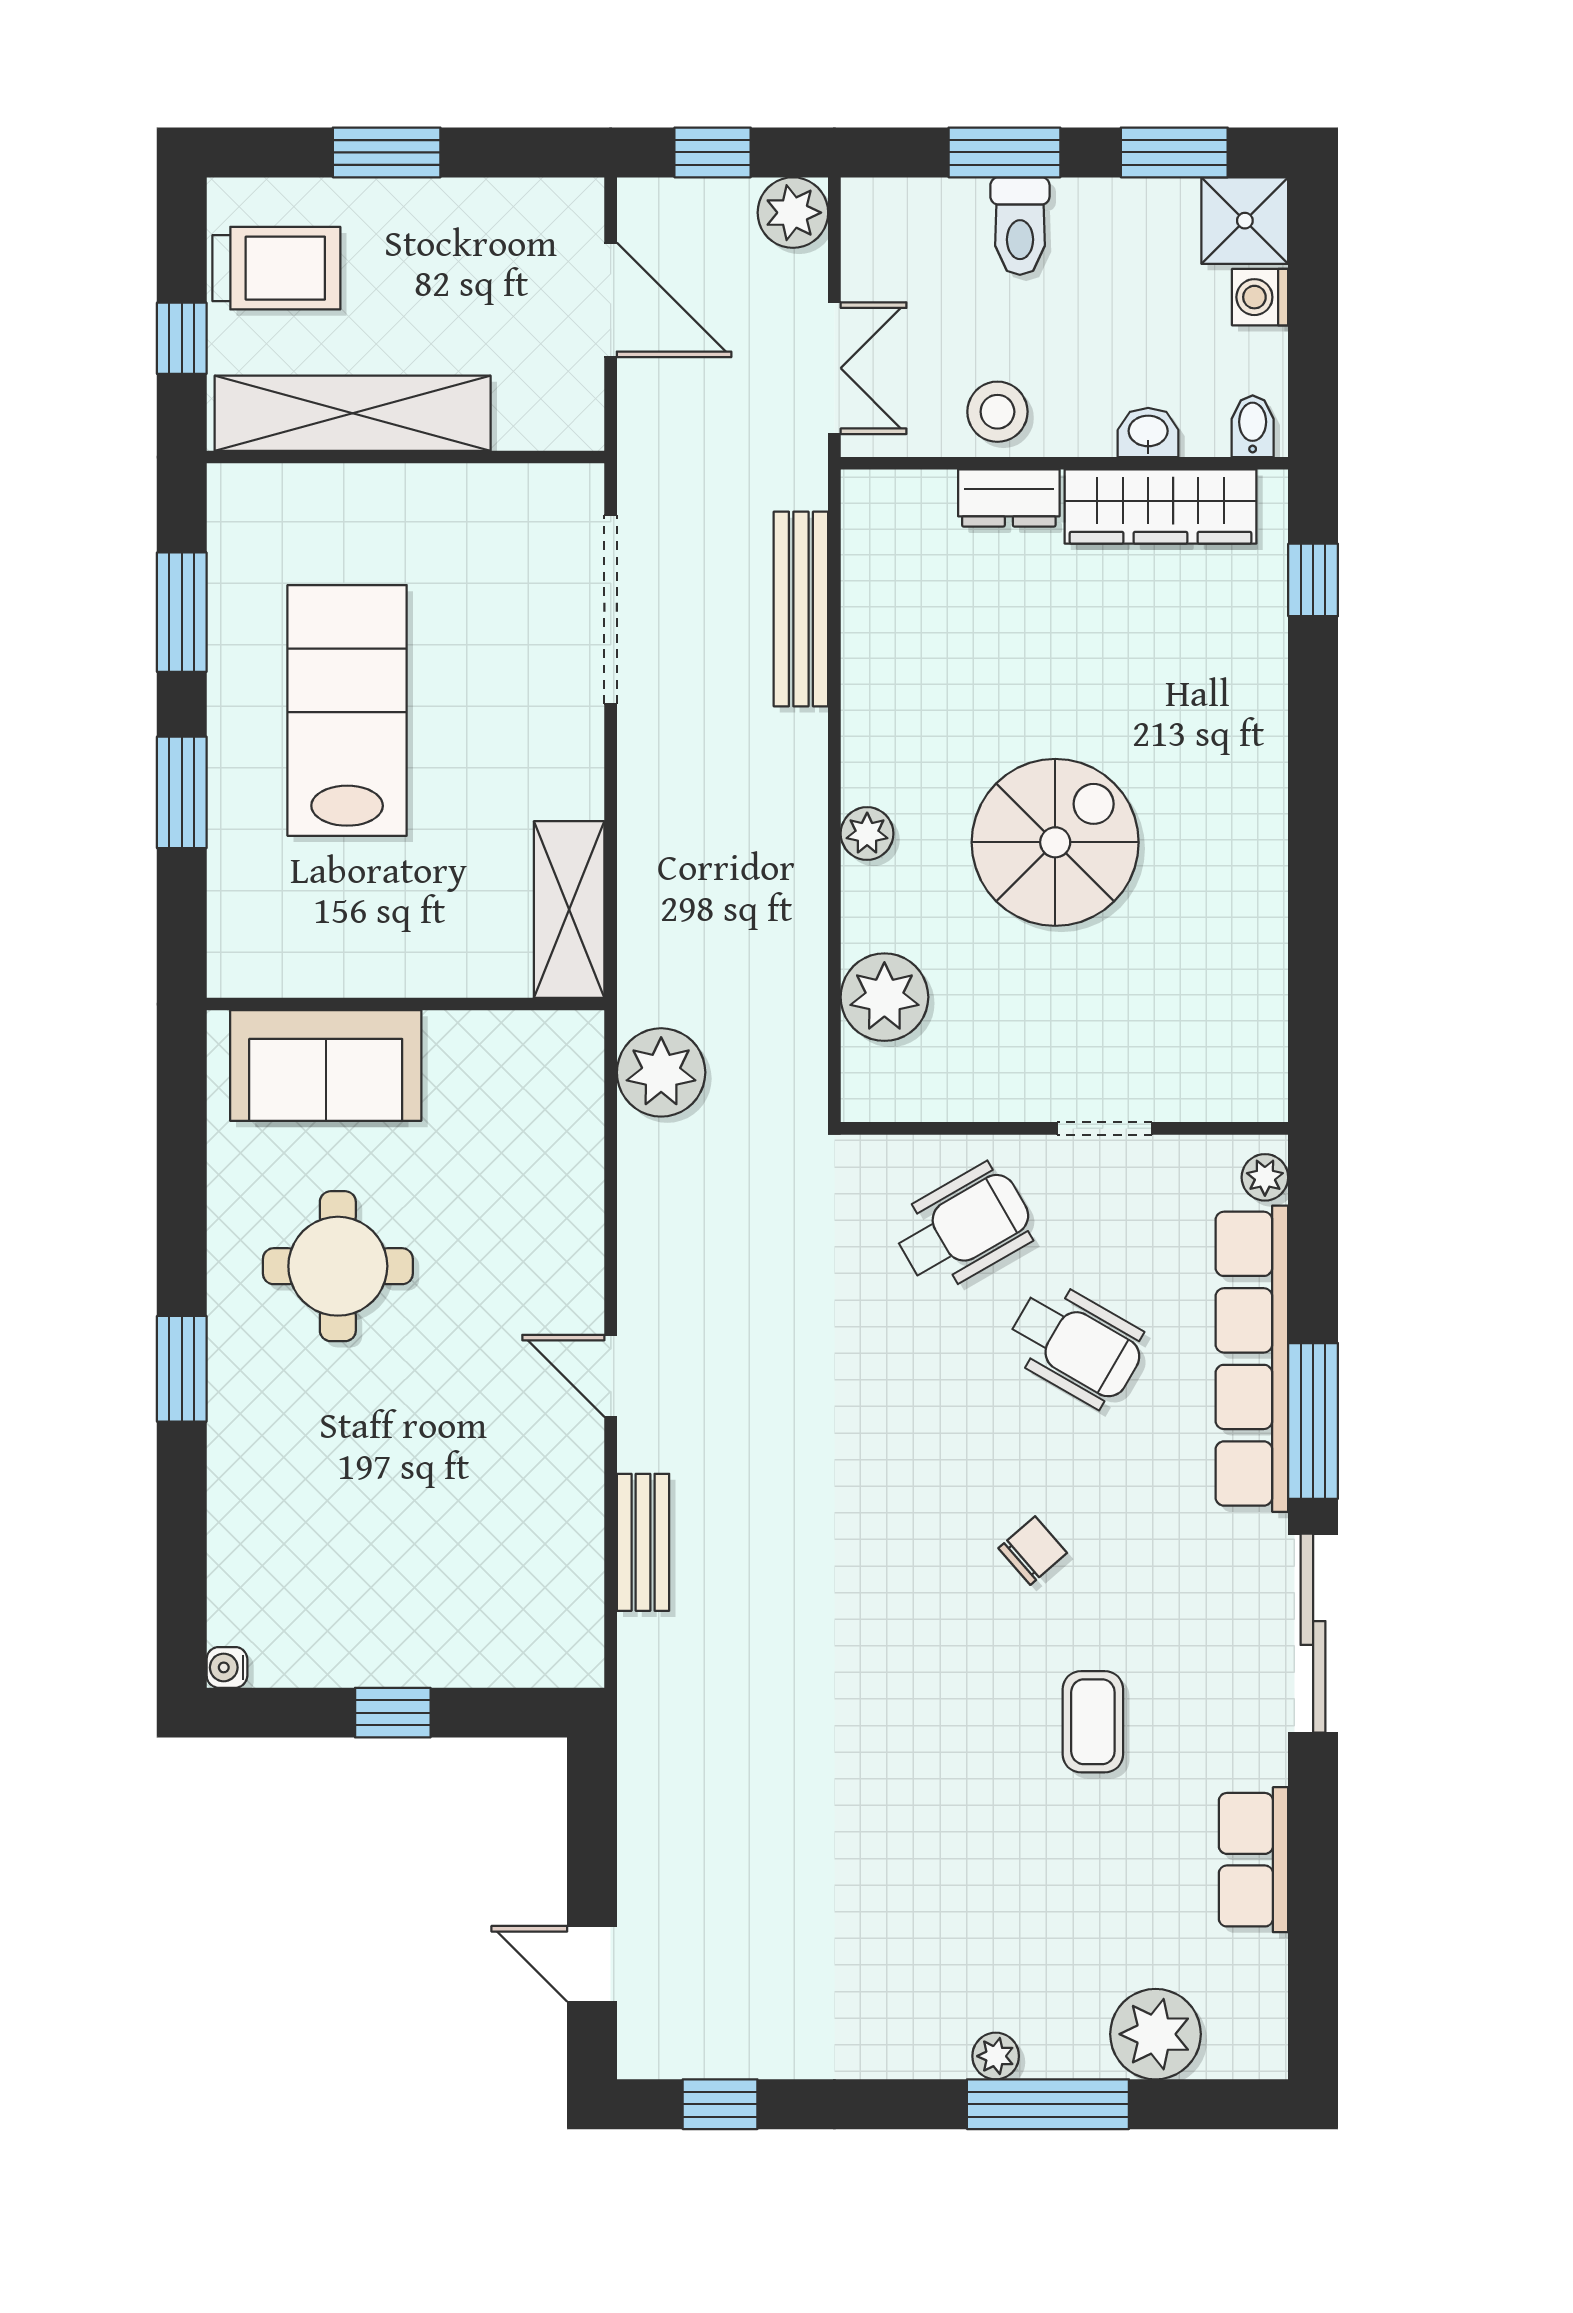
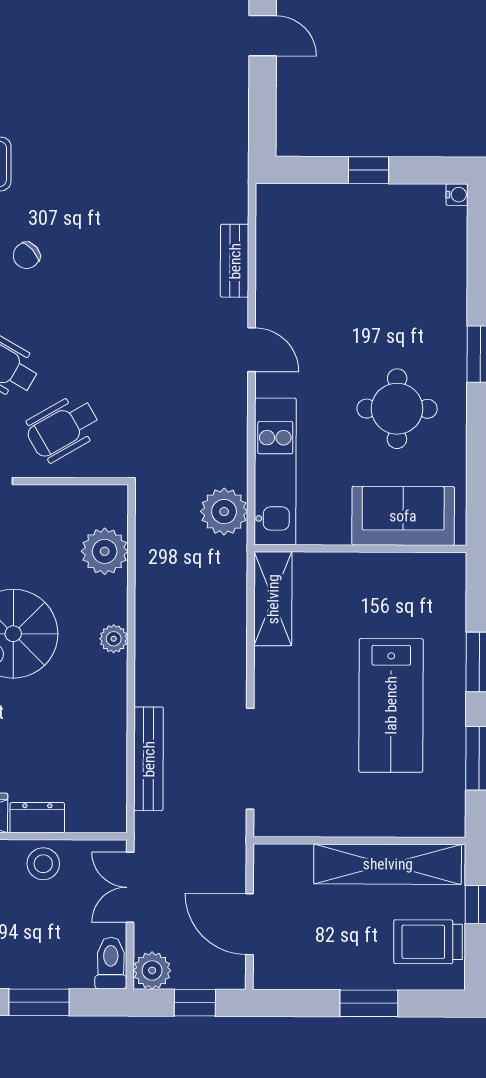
toilet: (1020, 226) -> (111, 963), moved
kitchen unit: (566, 1148) -> (275, 471), added

